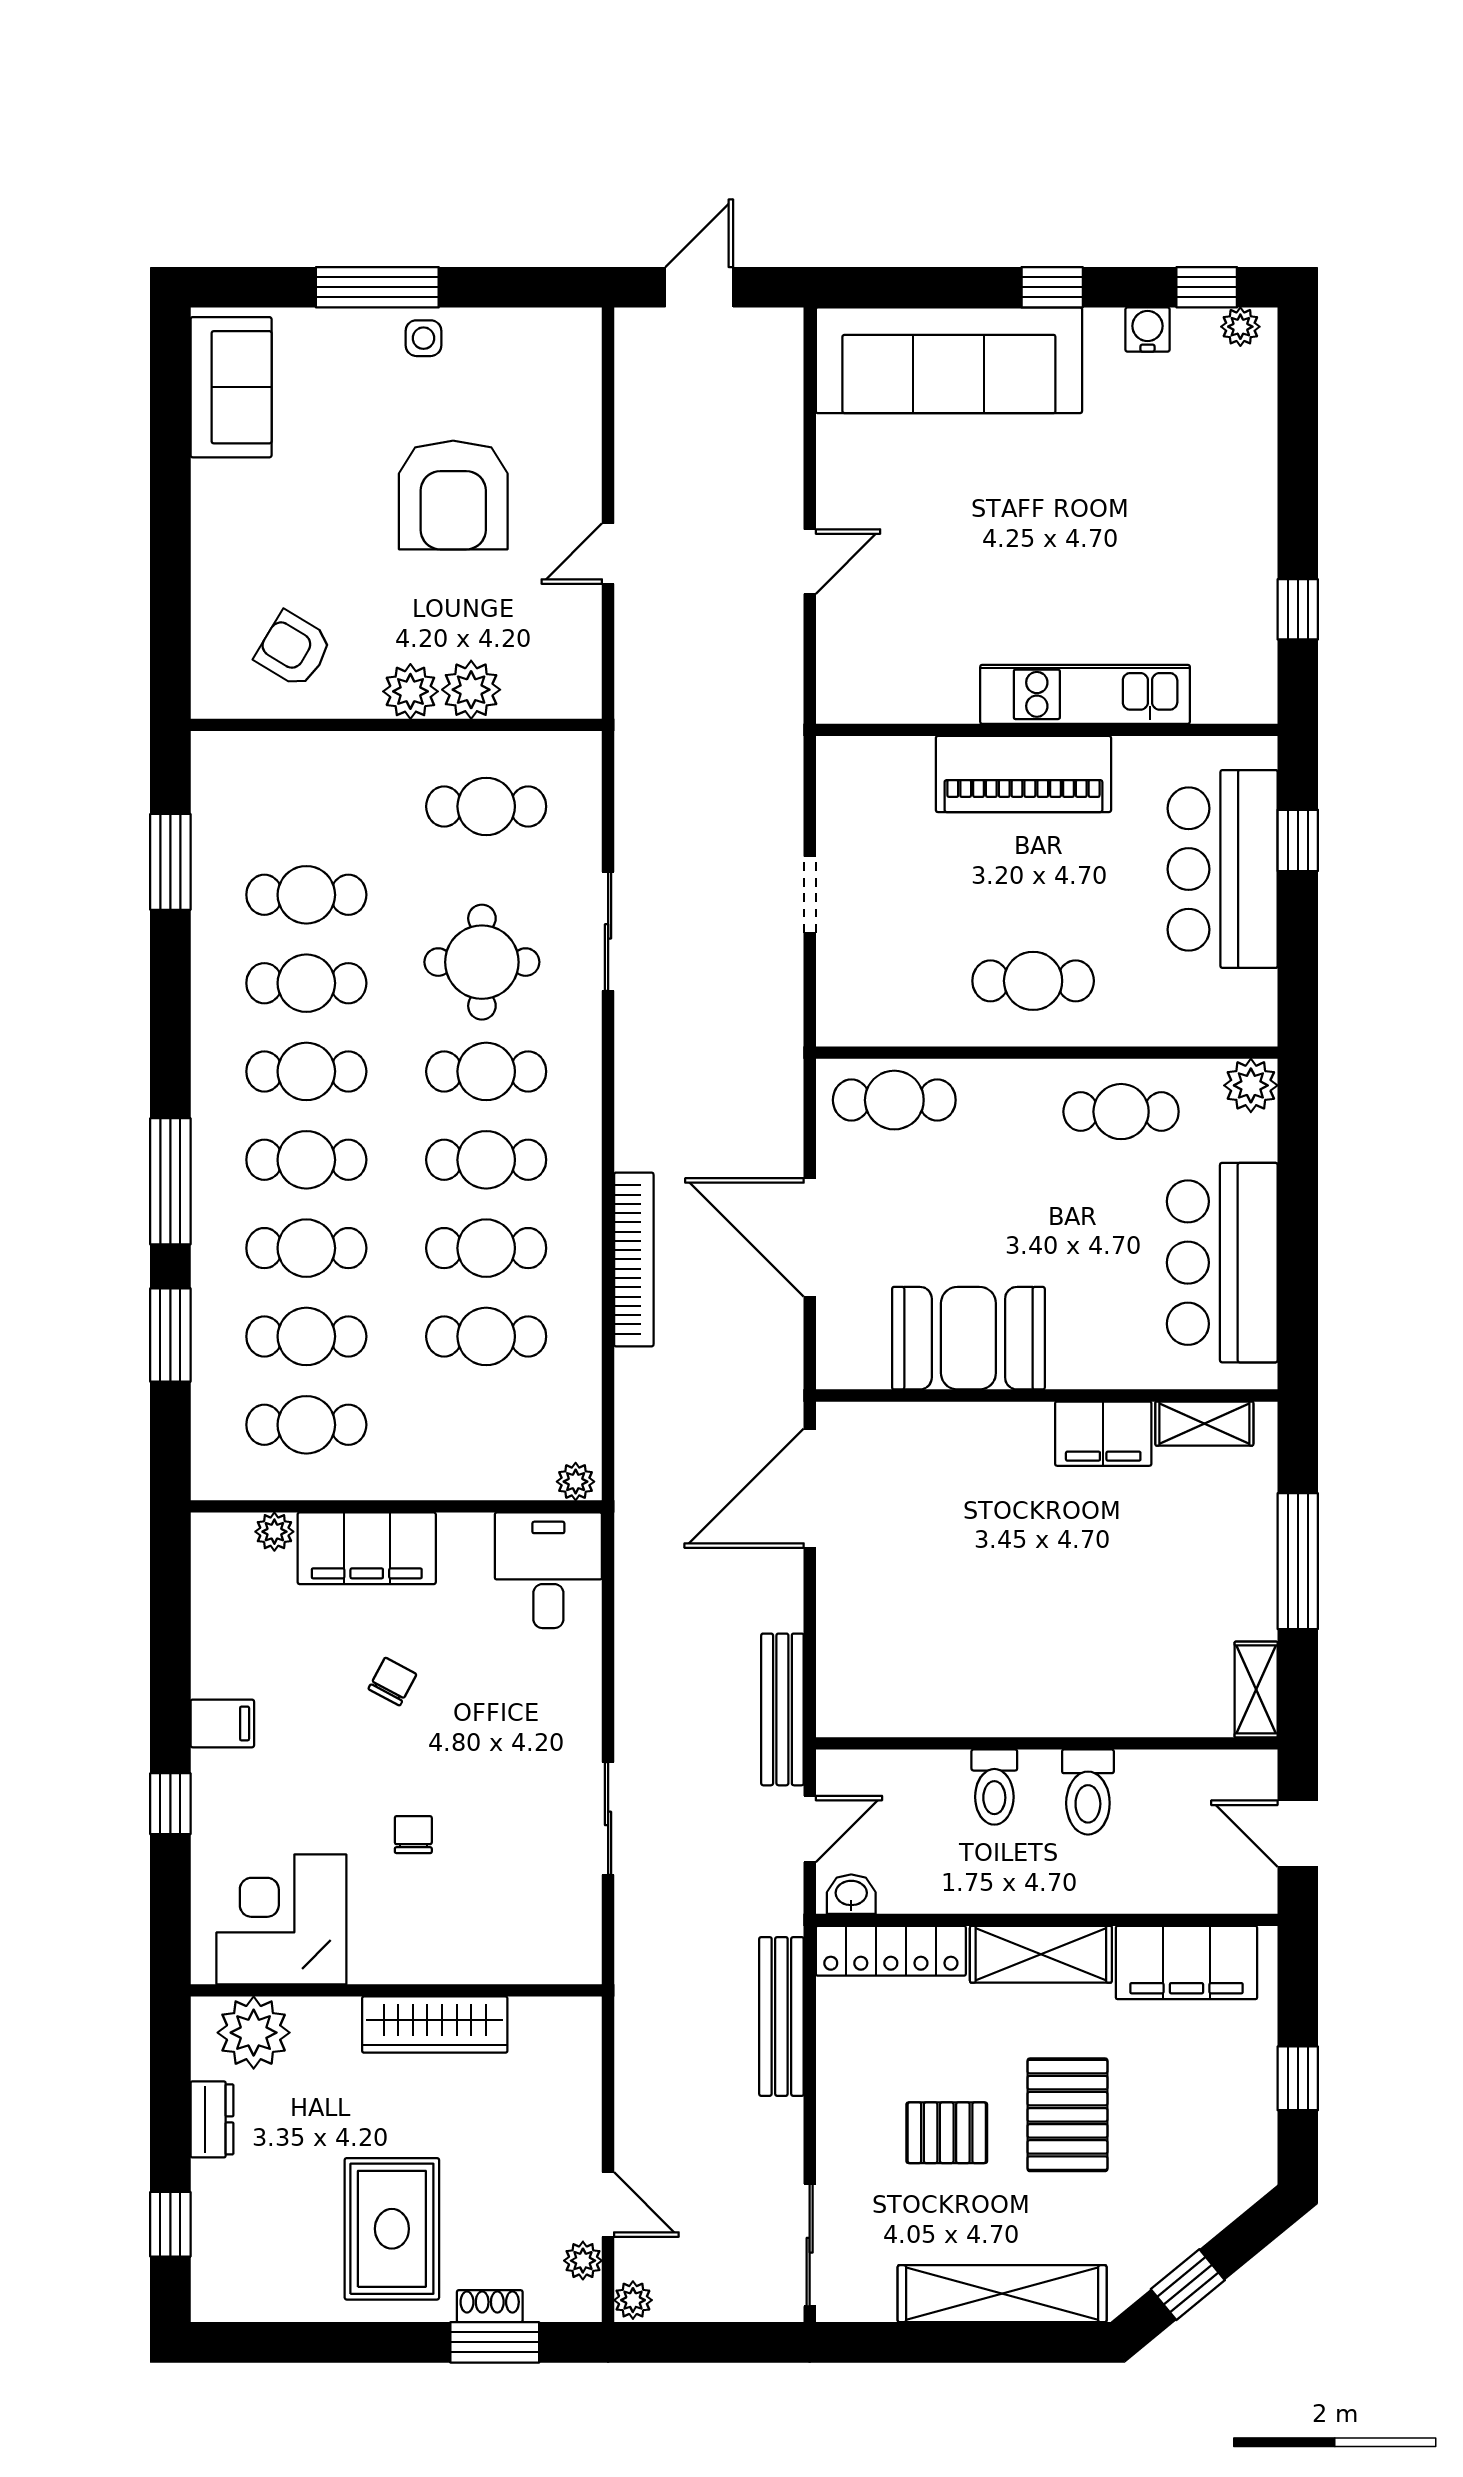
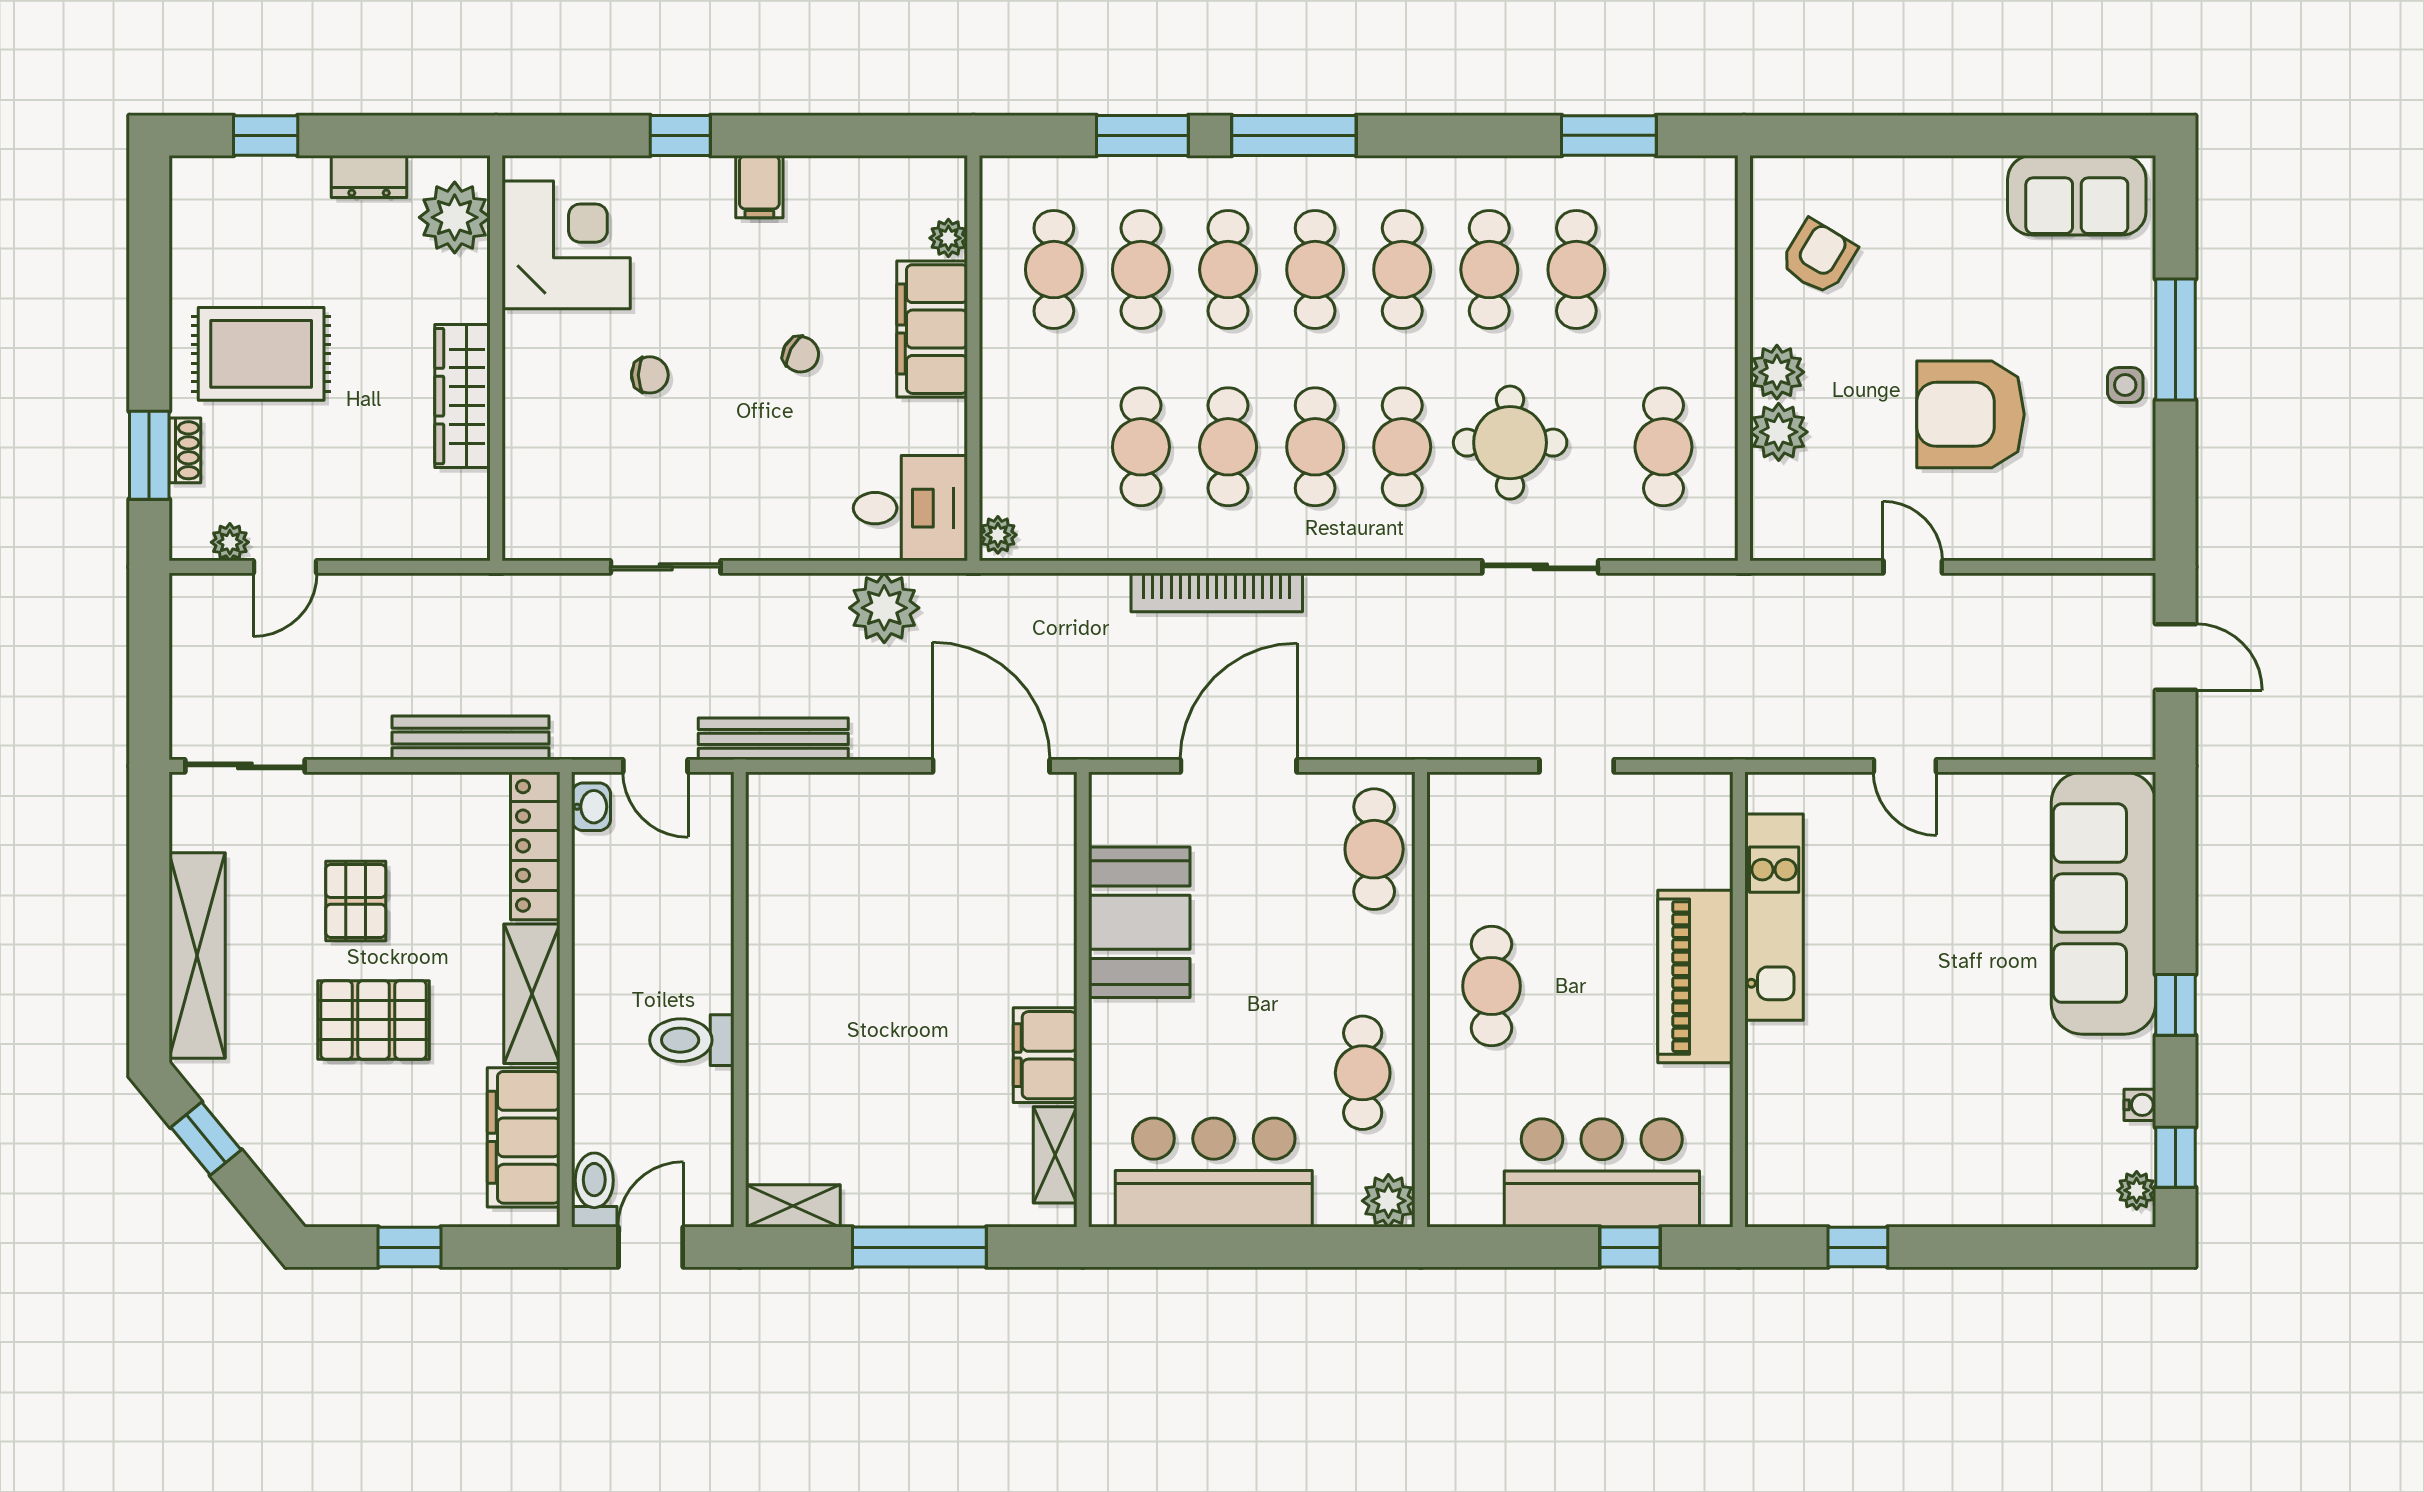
water cooler: (1148, 330) -> (2140, 1105), width x0.72, depth x0.72
kitchen unit: (1085, 694) -> (1774, 917), moved
toilet: (994, 1787) -> (594, 1190), moved, turned 90
plant: (633, 2300) -> (884, 608), moved, width x1.87, depth x1.87

